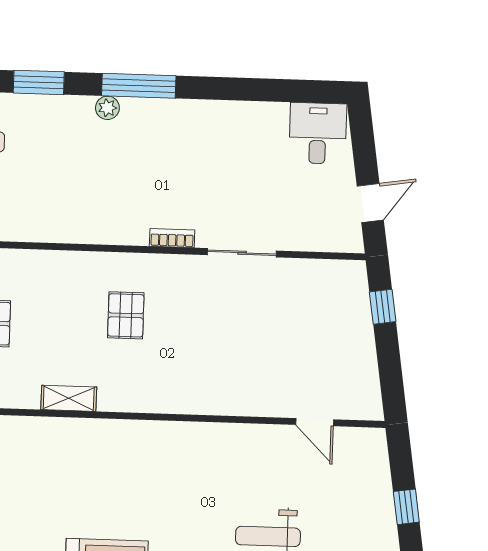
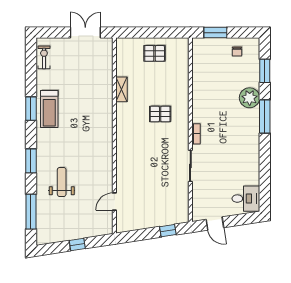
plant: (107, 108) -> (250, 98), width x1.87, depth x1.87

